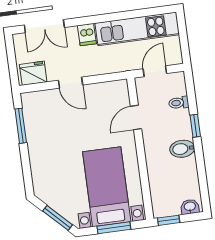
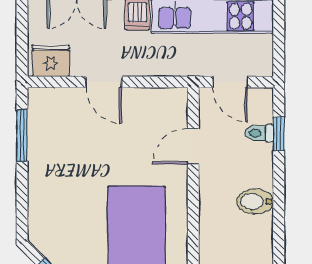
door: (155, 71) -> (230, 82), swing flipped
window: (195, 126) -> (279, 134), moved

